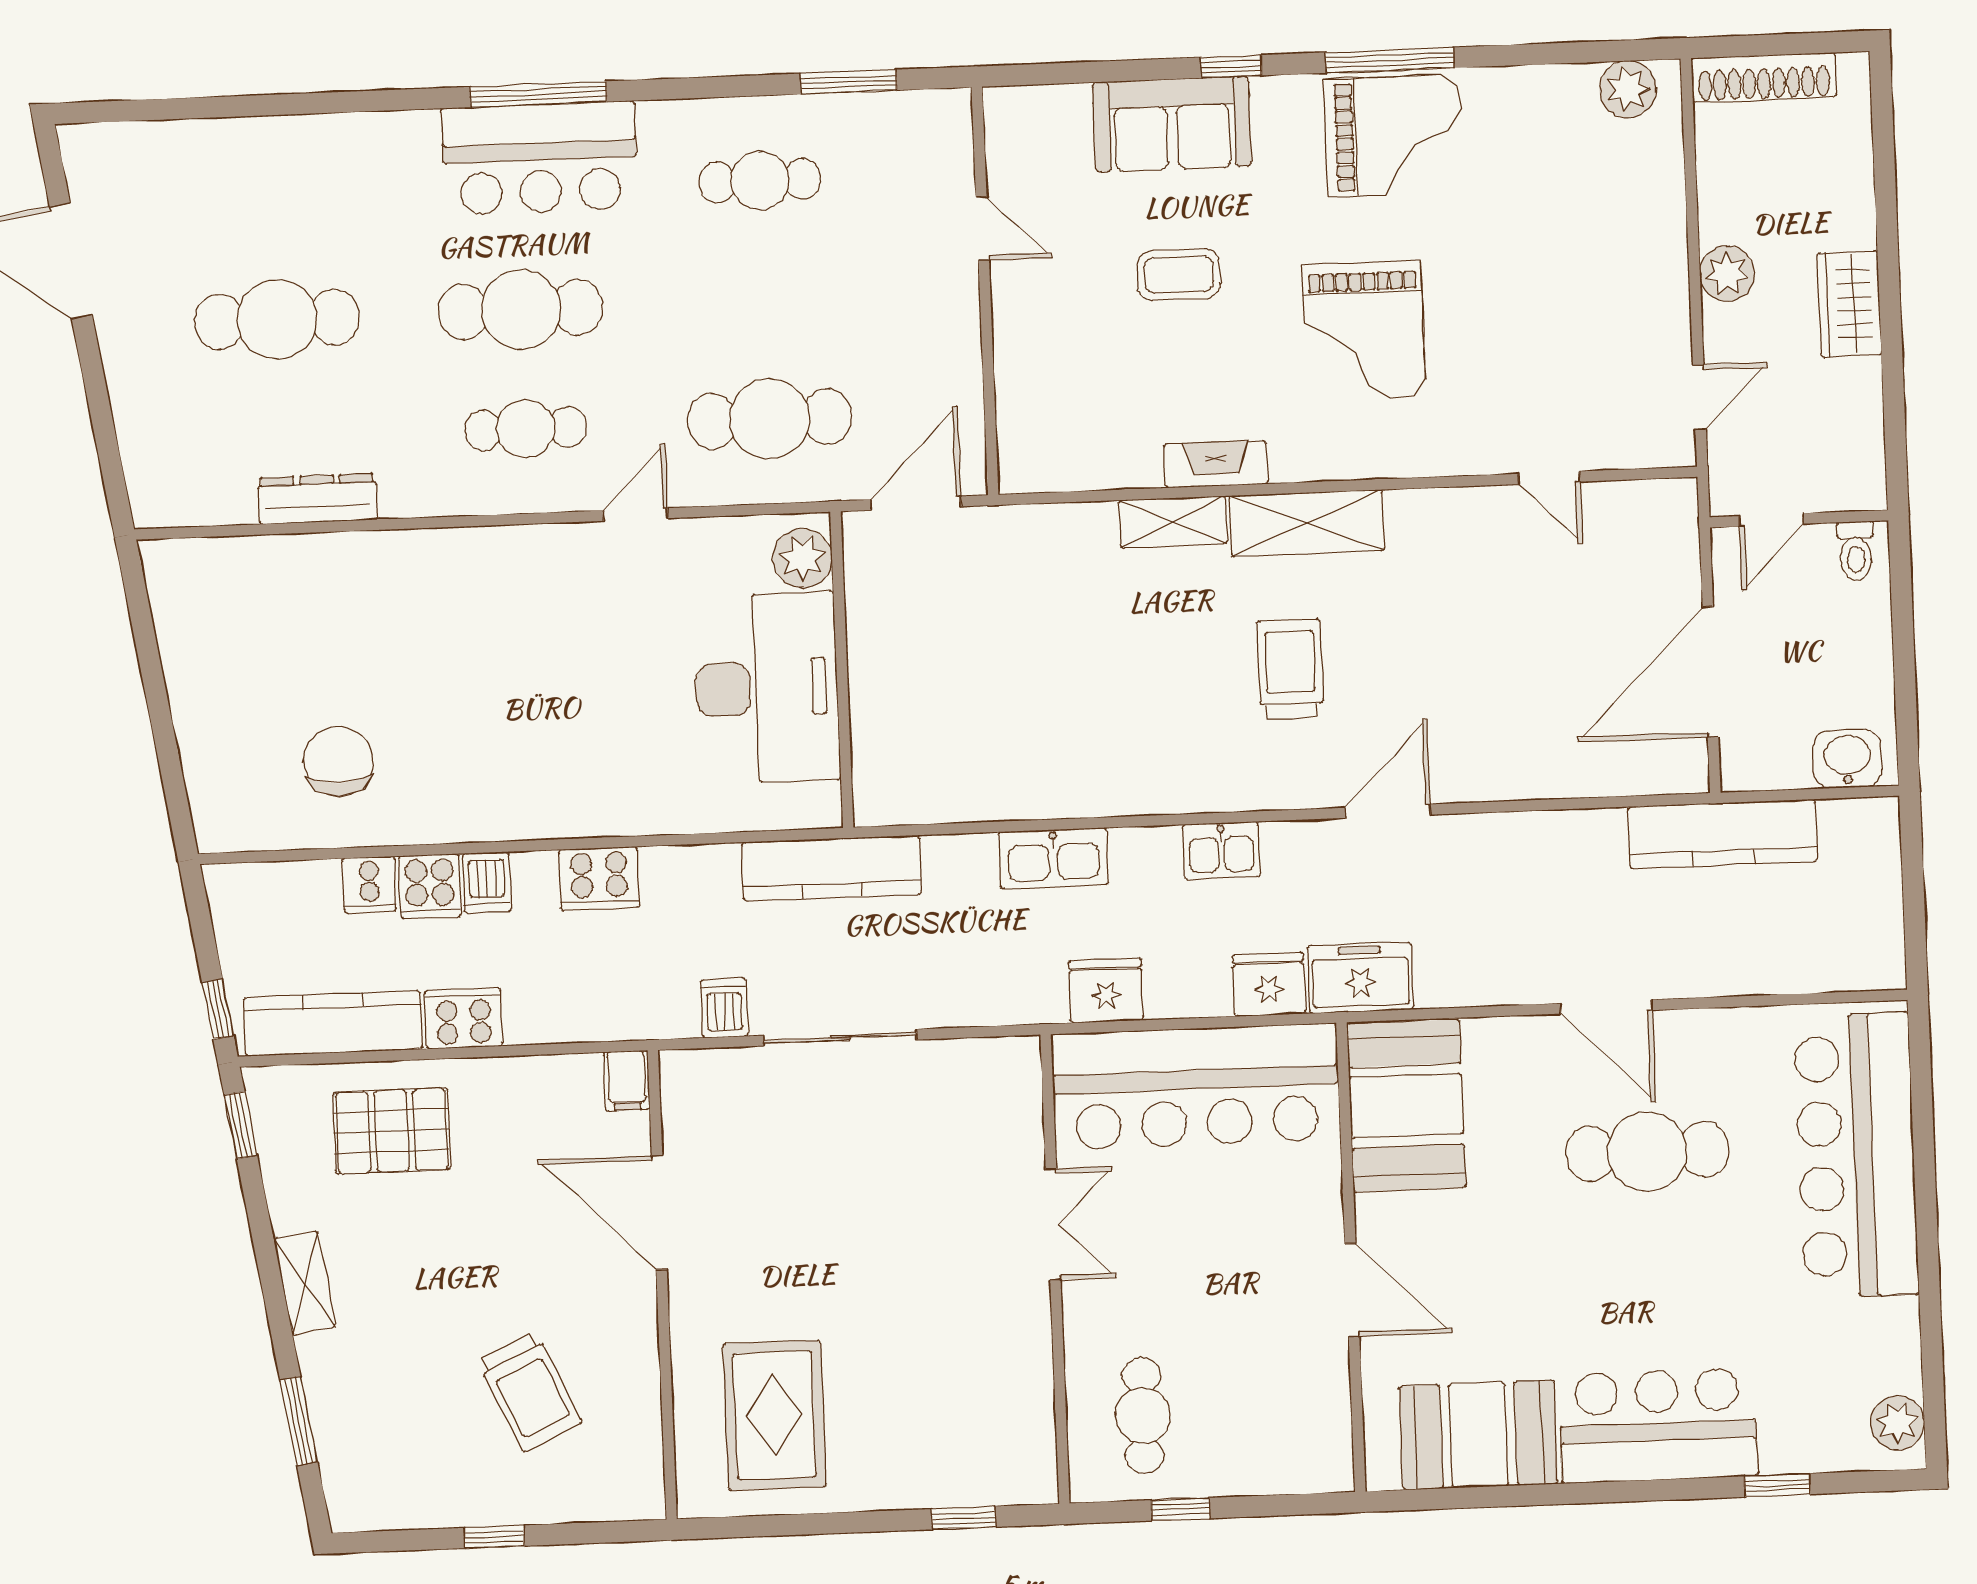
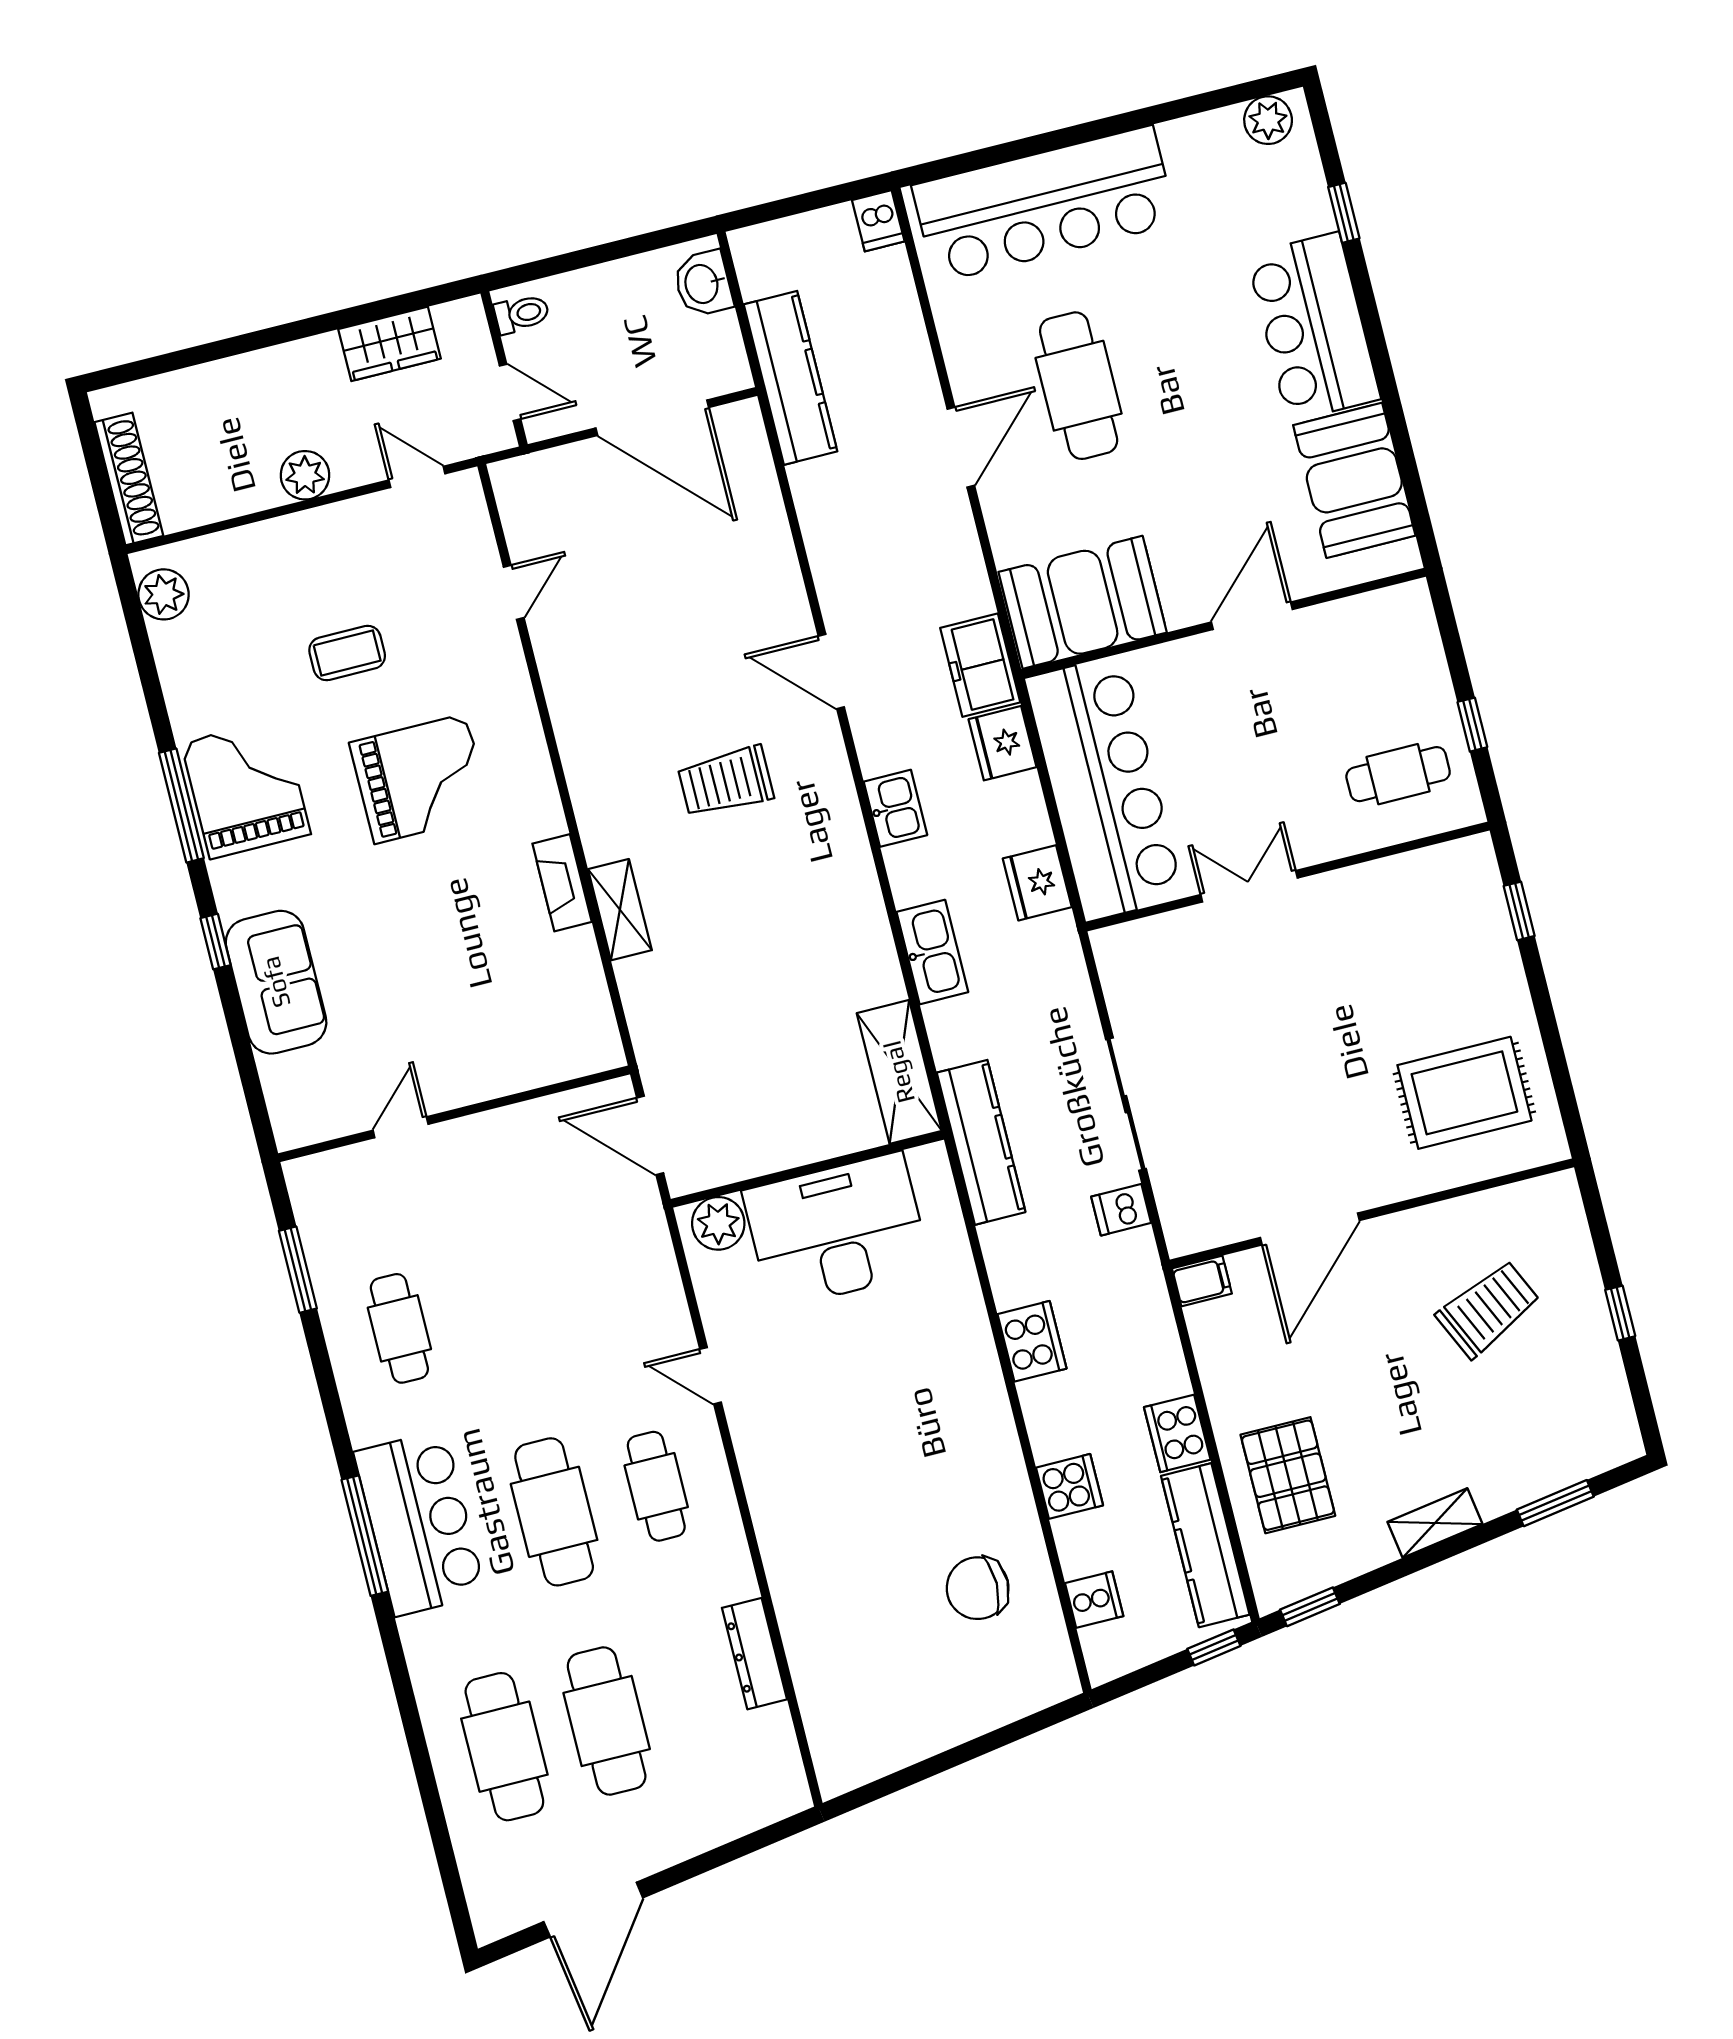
coffee table: (1179, 275) -> (347, 653), moved, turned 90
wardrobe: (1849, 304) -> (390, 344), moved
cafe table: (770, 419) -> (504, 1747), moved
shelving: (1307, 523) -> (899, 1072), moved
dishwasher: (487, 882) -> (878, 221), moved, turned 90
cooker: (369, 885) -> (1094, 1600), moved

